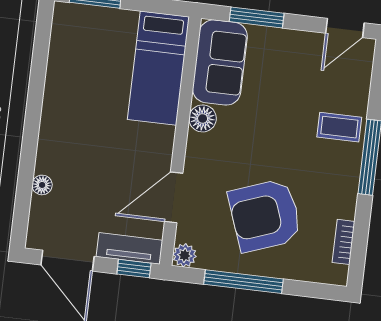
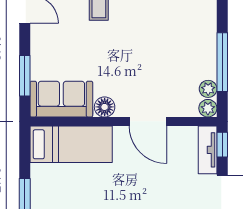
door: (174, 197) -> (148, 121), moved
armchair: (265, 215) -> (171, 52), removed
plant: (210, 259) -> (208, 89), added

